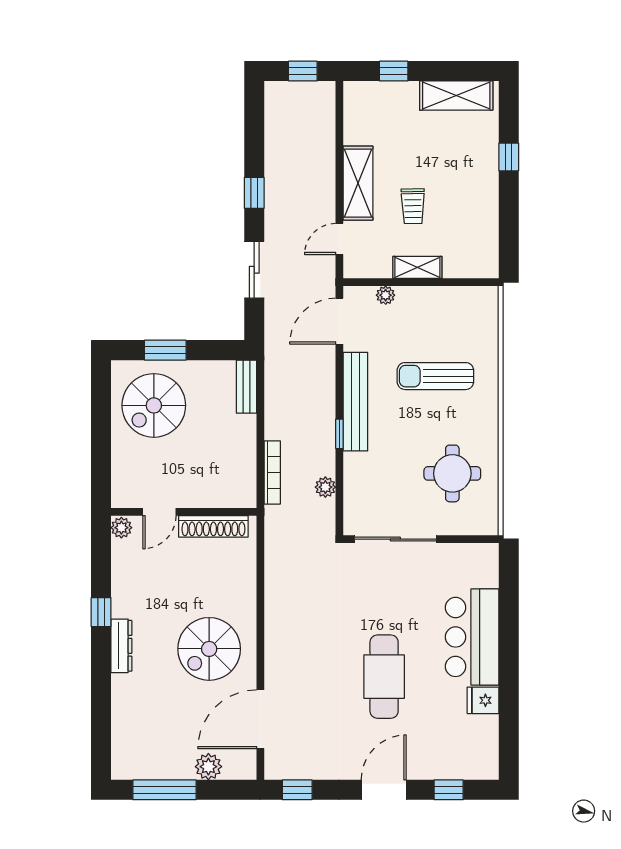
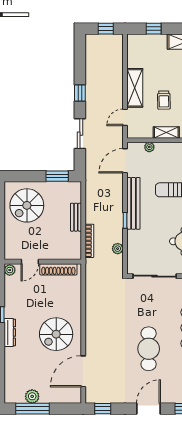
window: (165, 350) -> (57, 176), moved
bench: (247, 387) -> (76, 217), moved
plant: (208, 767) -> (32, 396), moved

